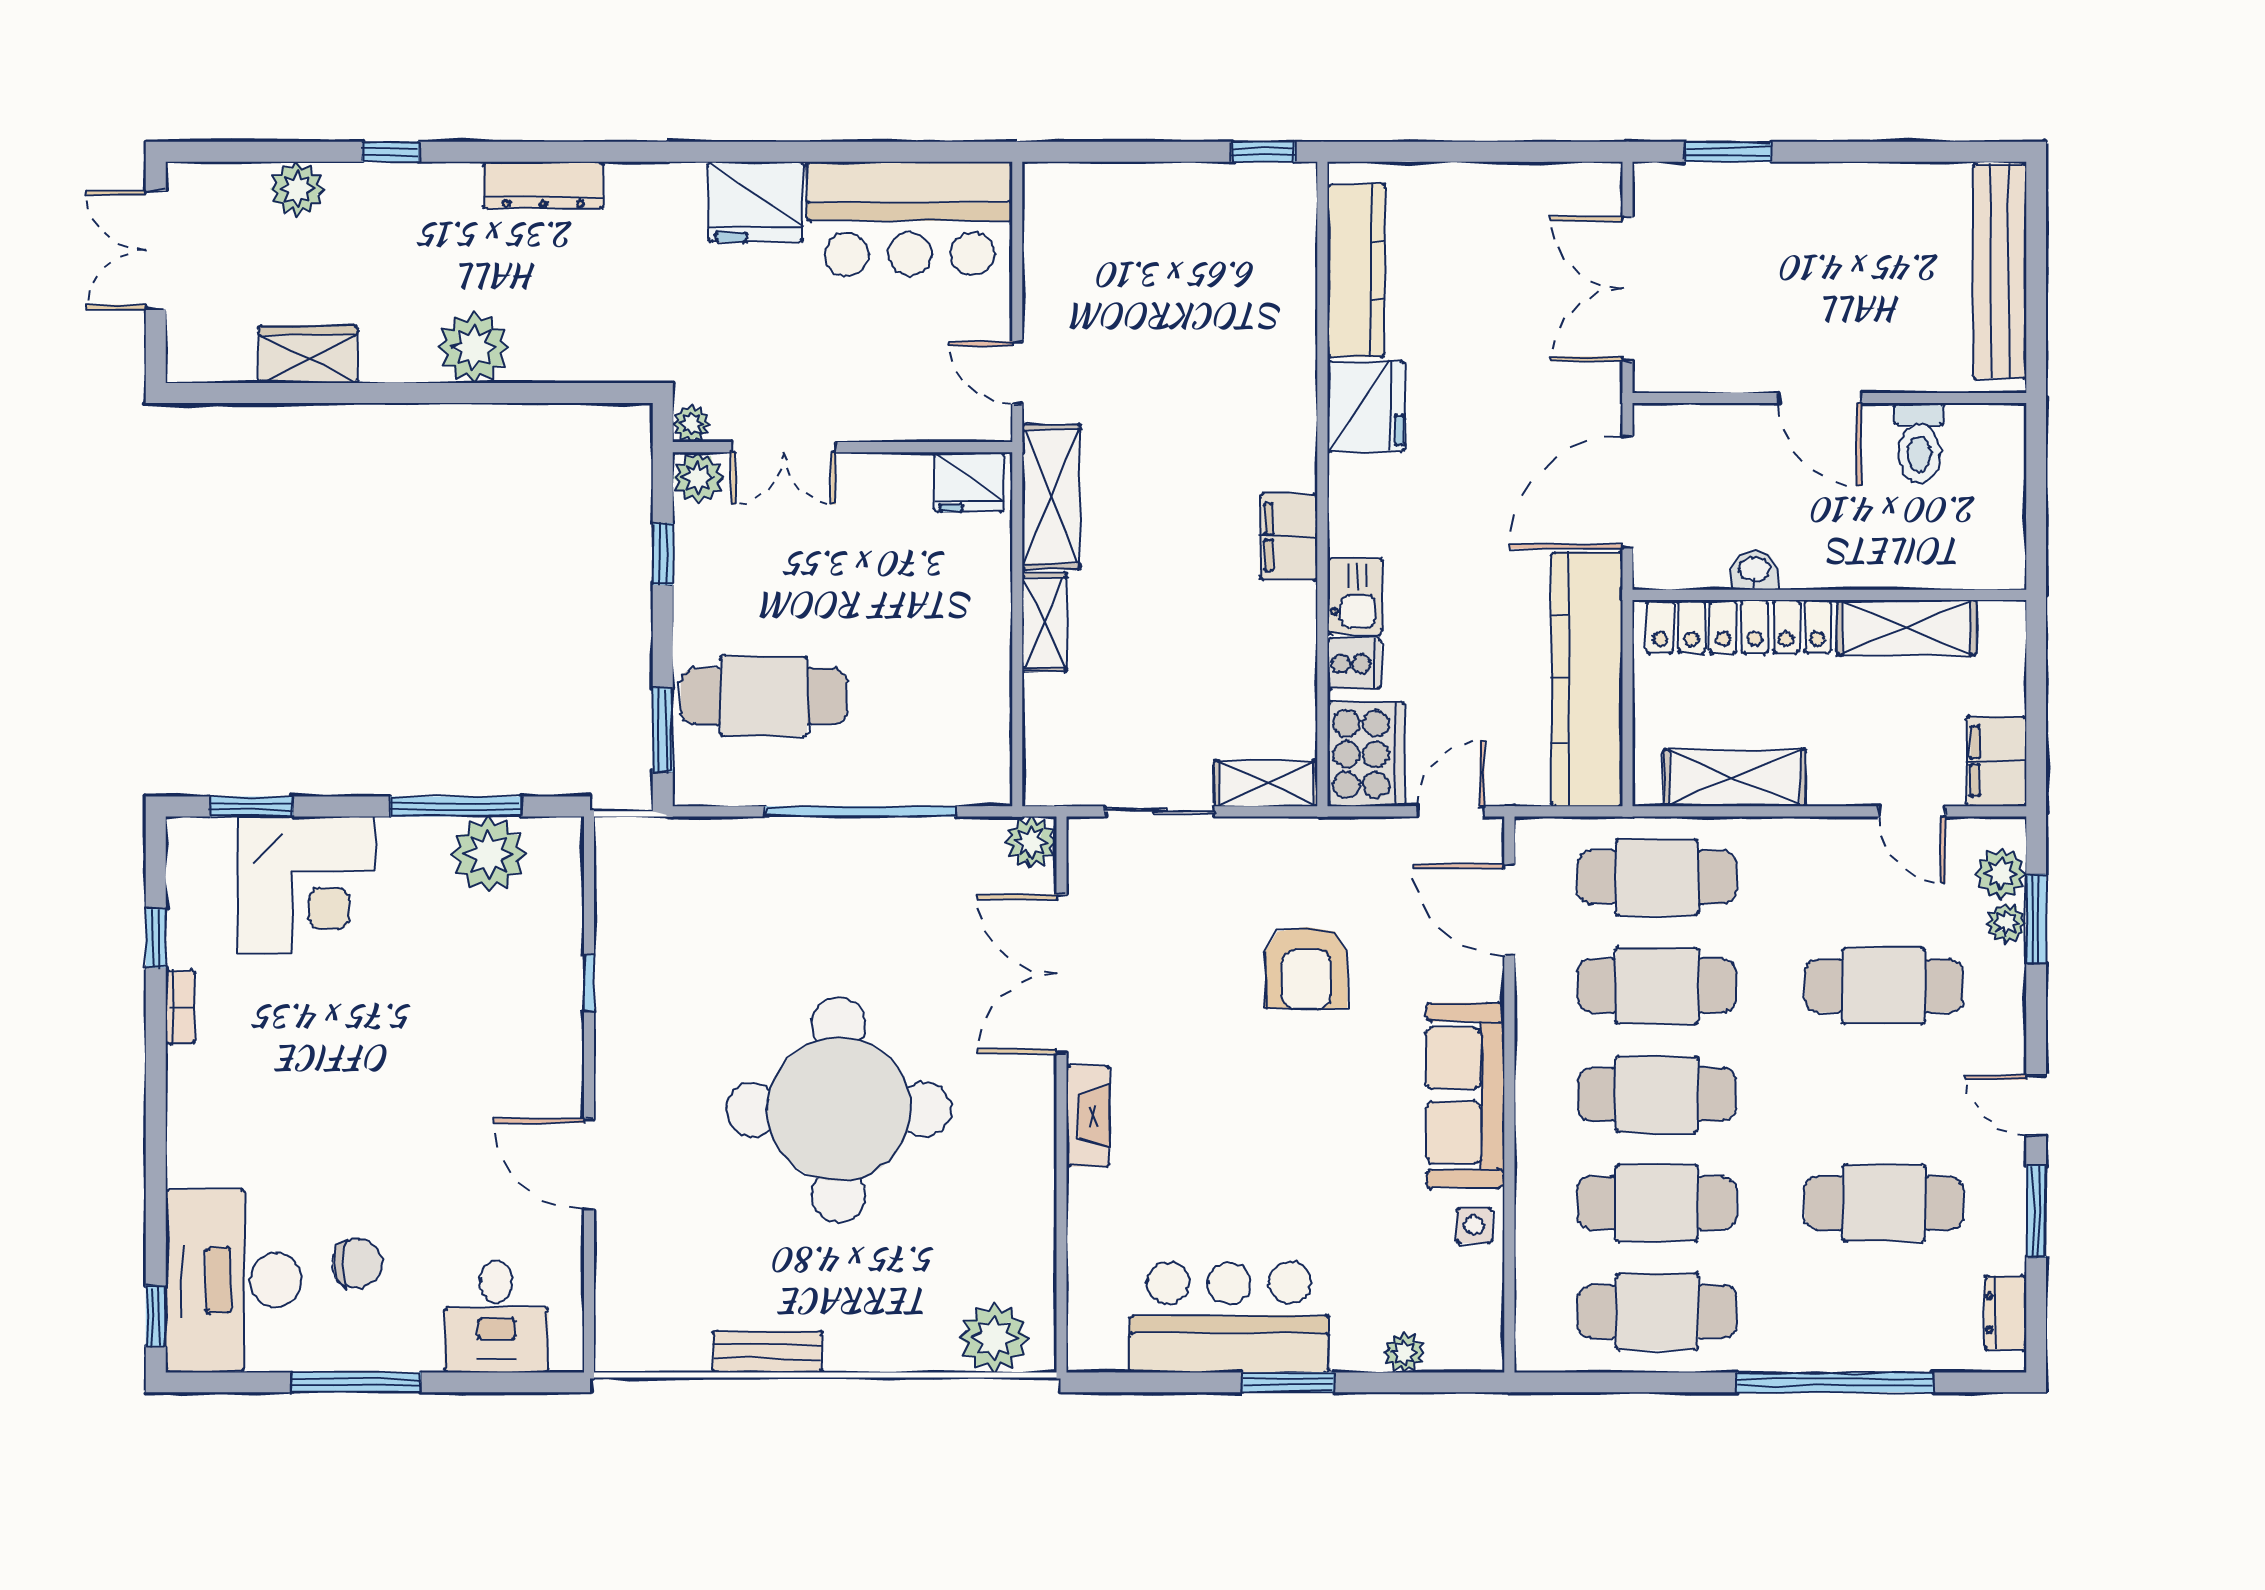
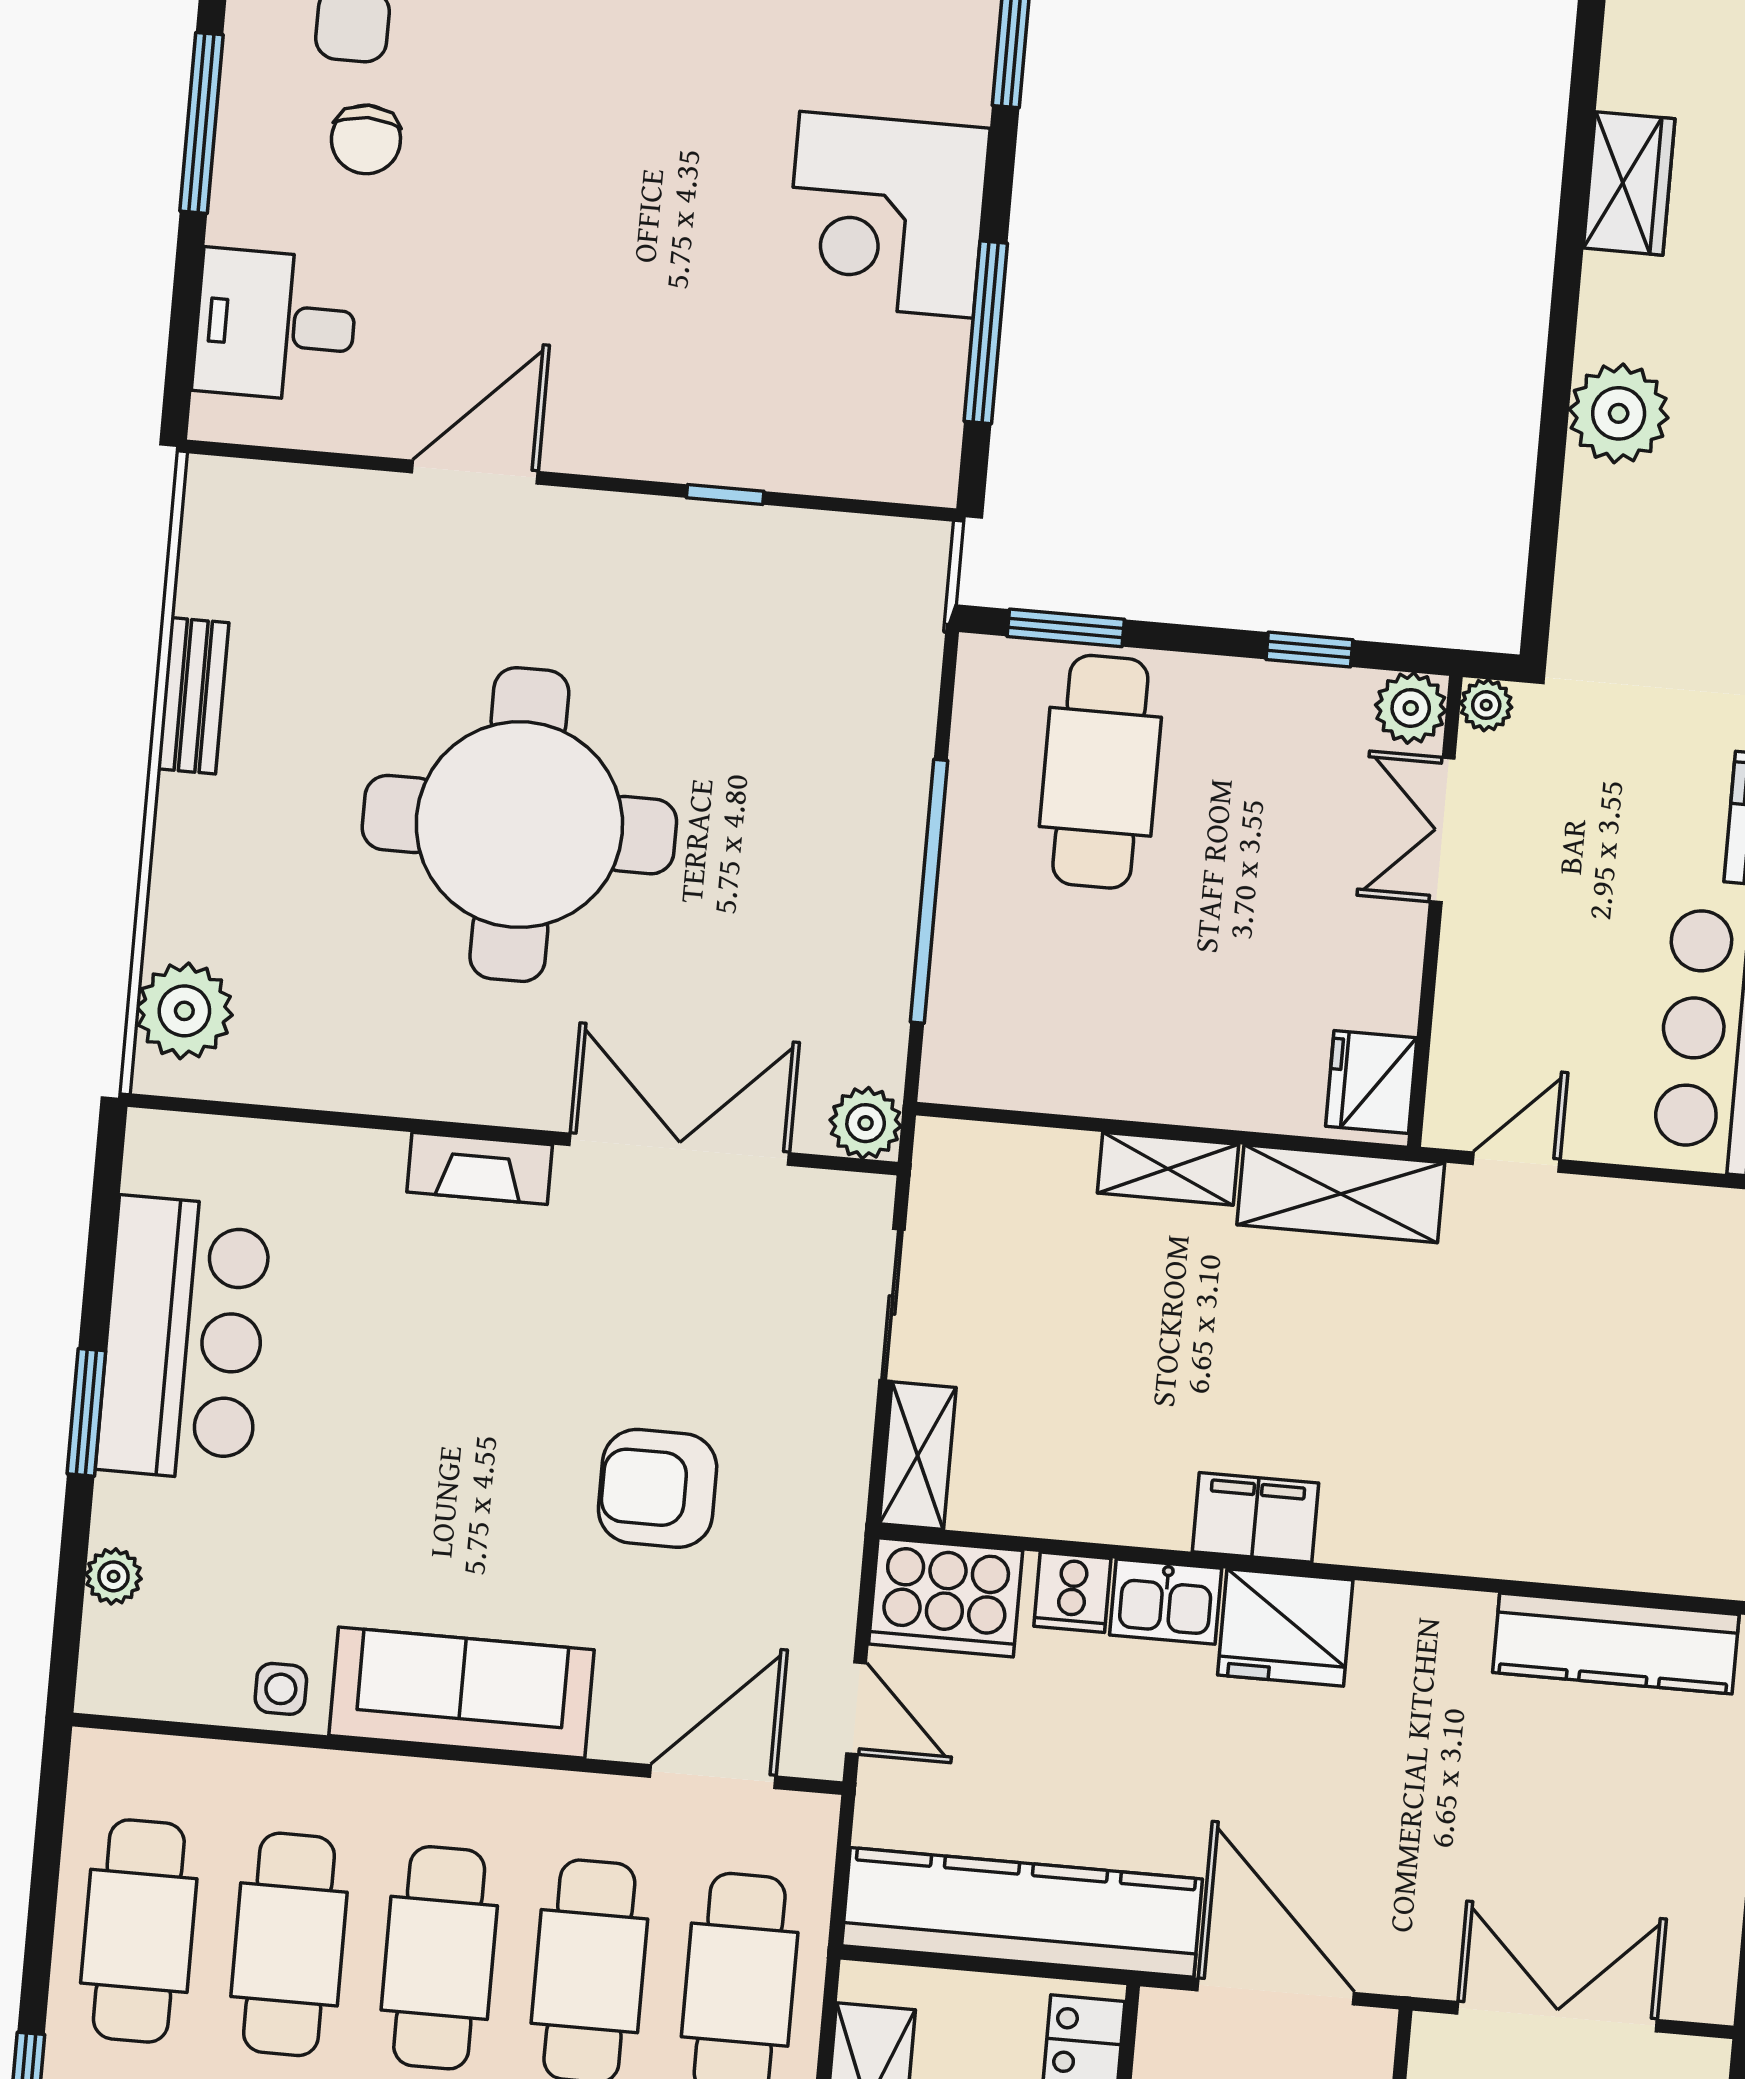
fridge: (1366, 406) -> (1285, 1628), moved
plant: (489, 854) -> (916, 372), removed
corner desk: (306, 885) -> (887, 215), moved

